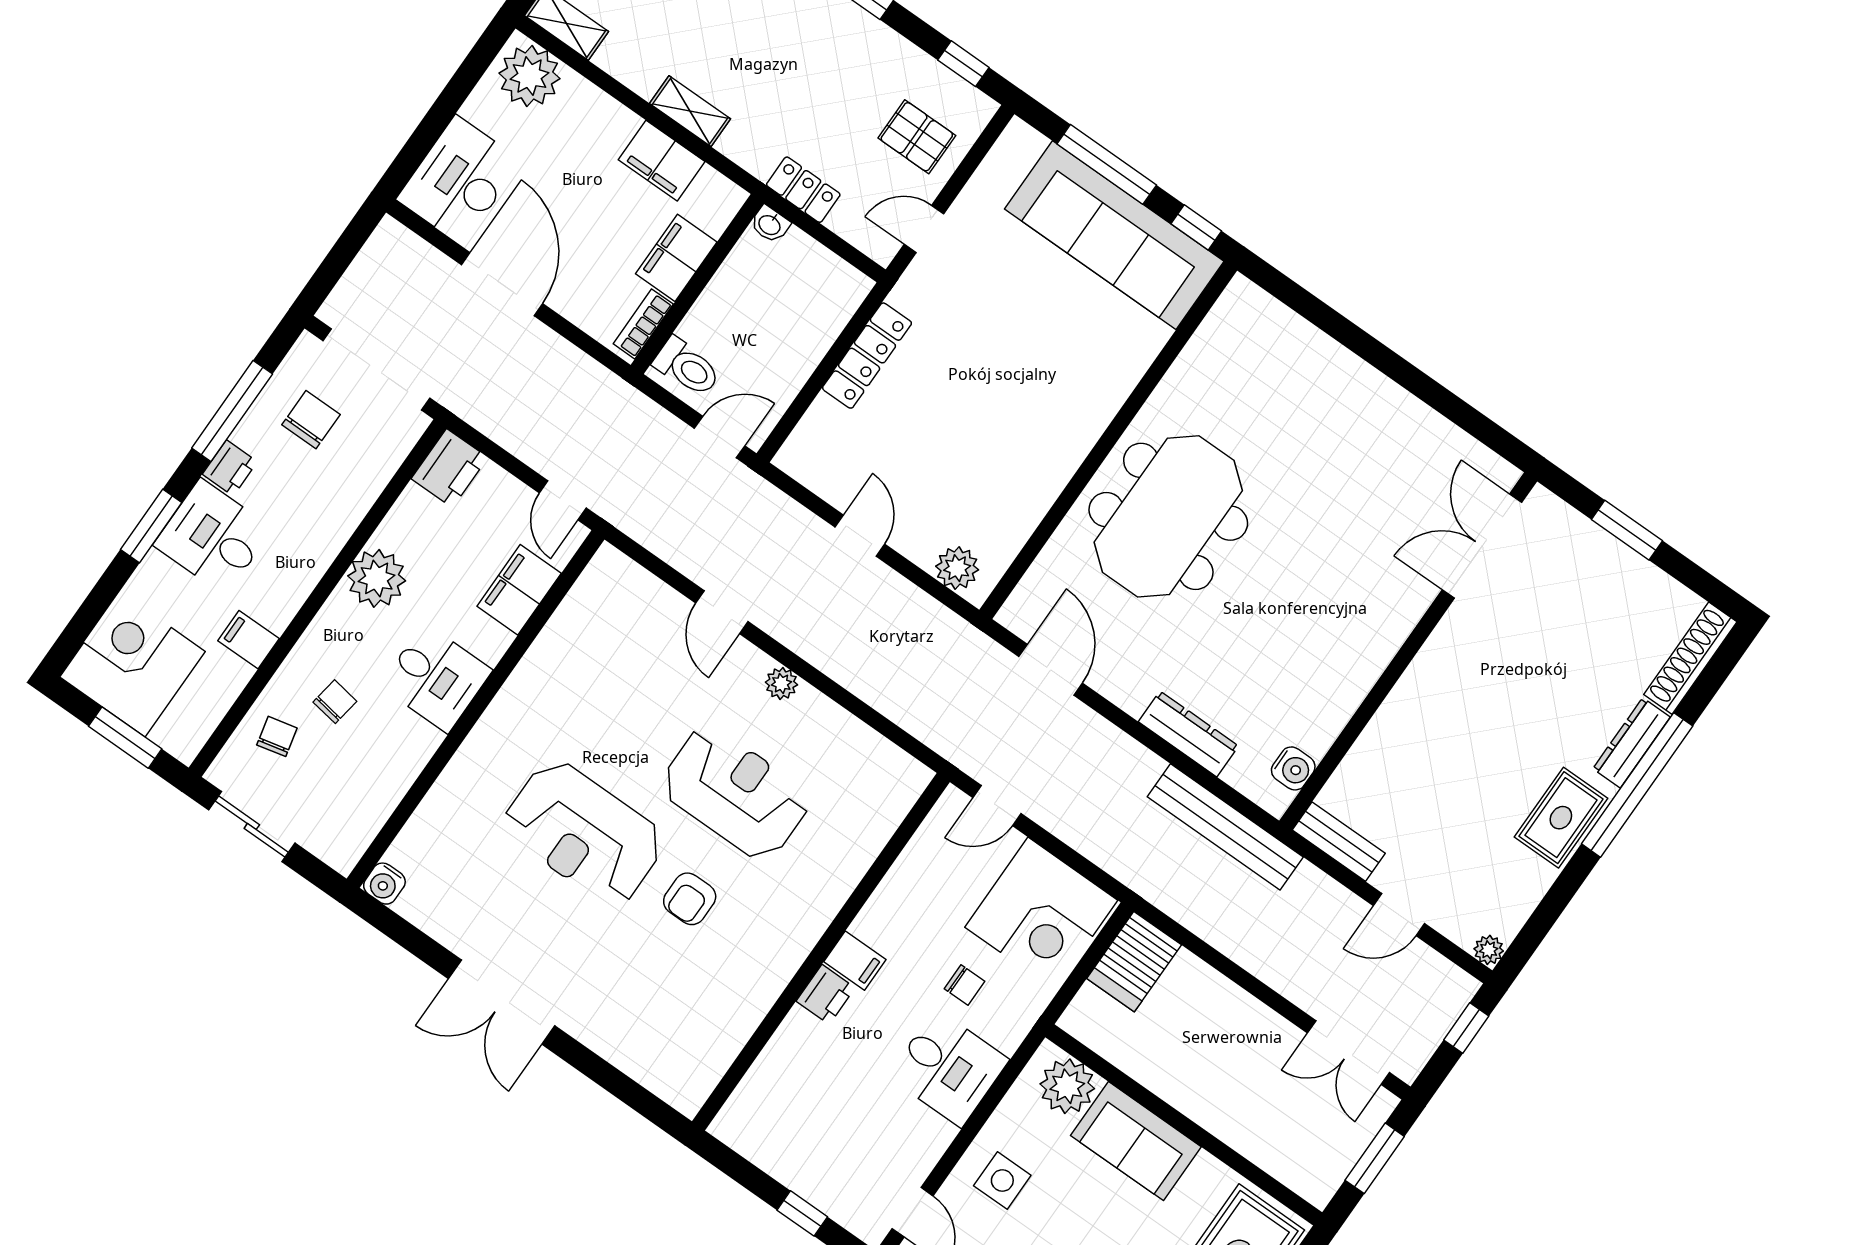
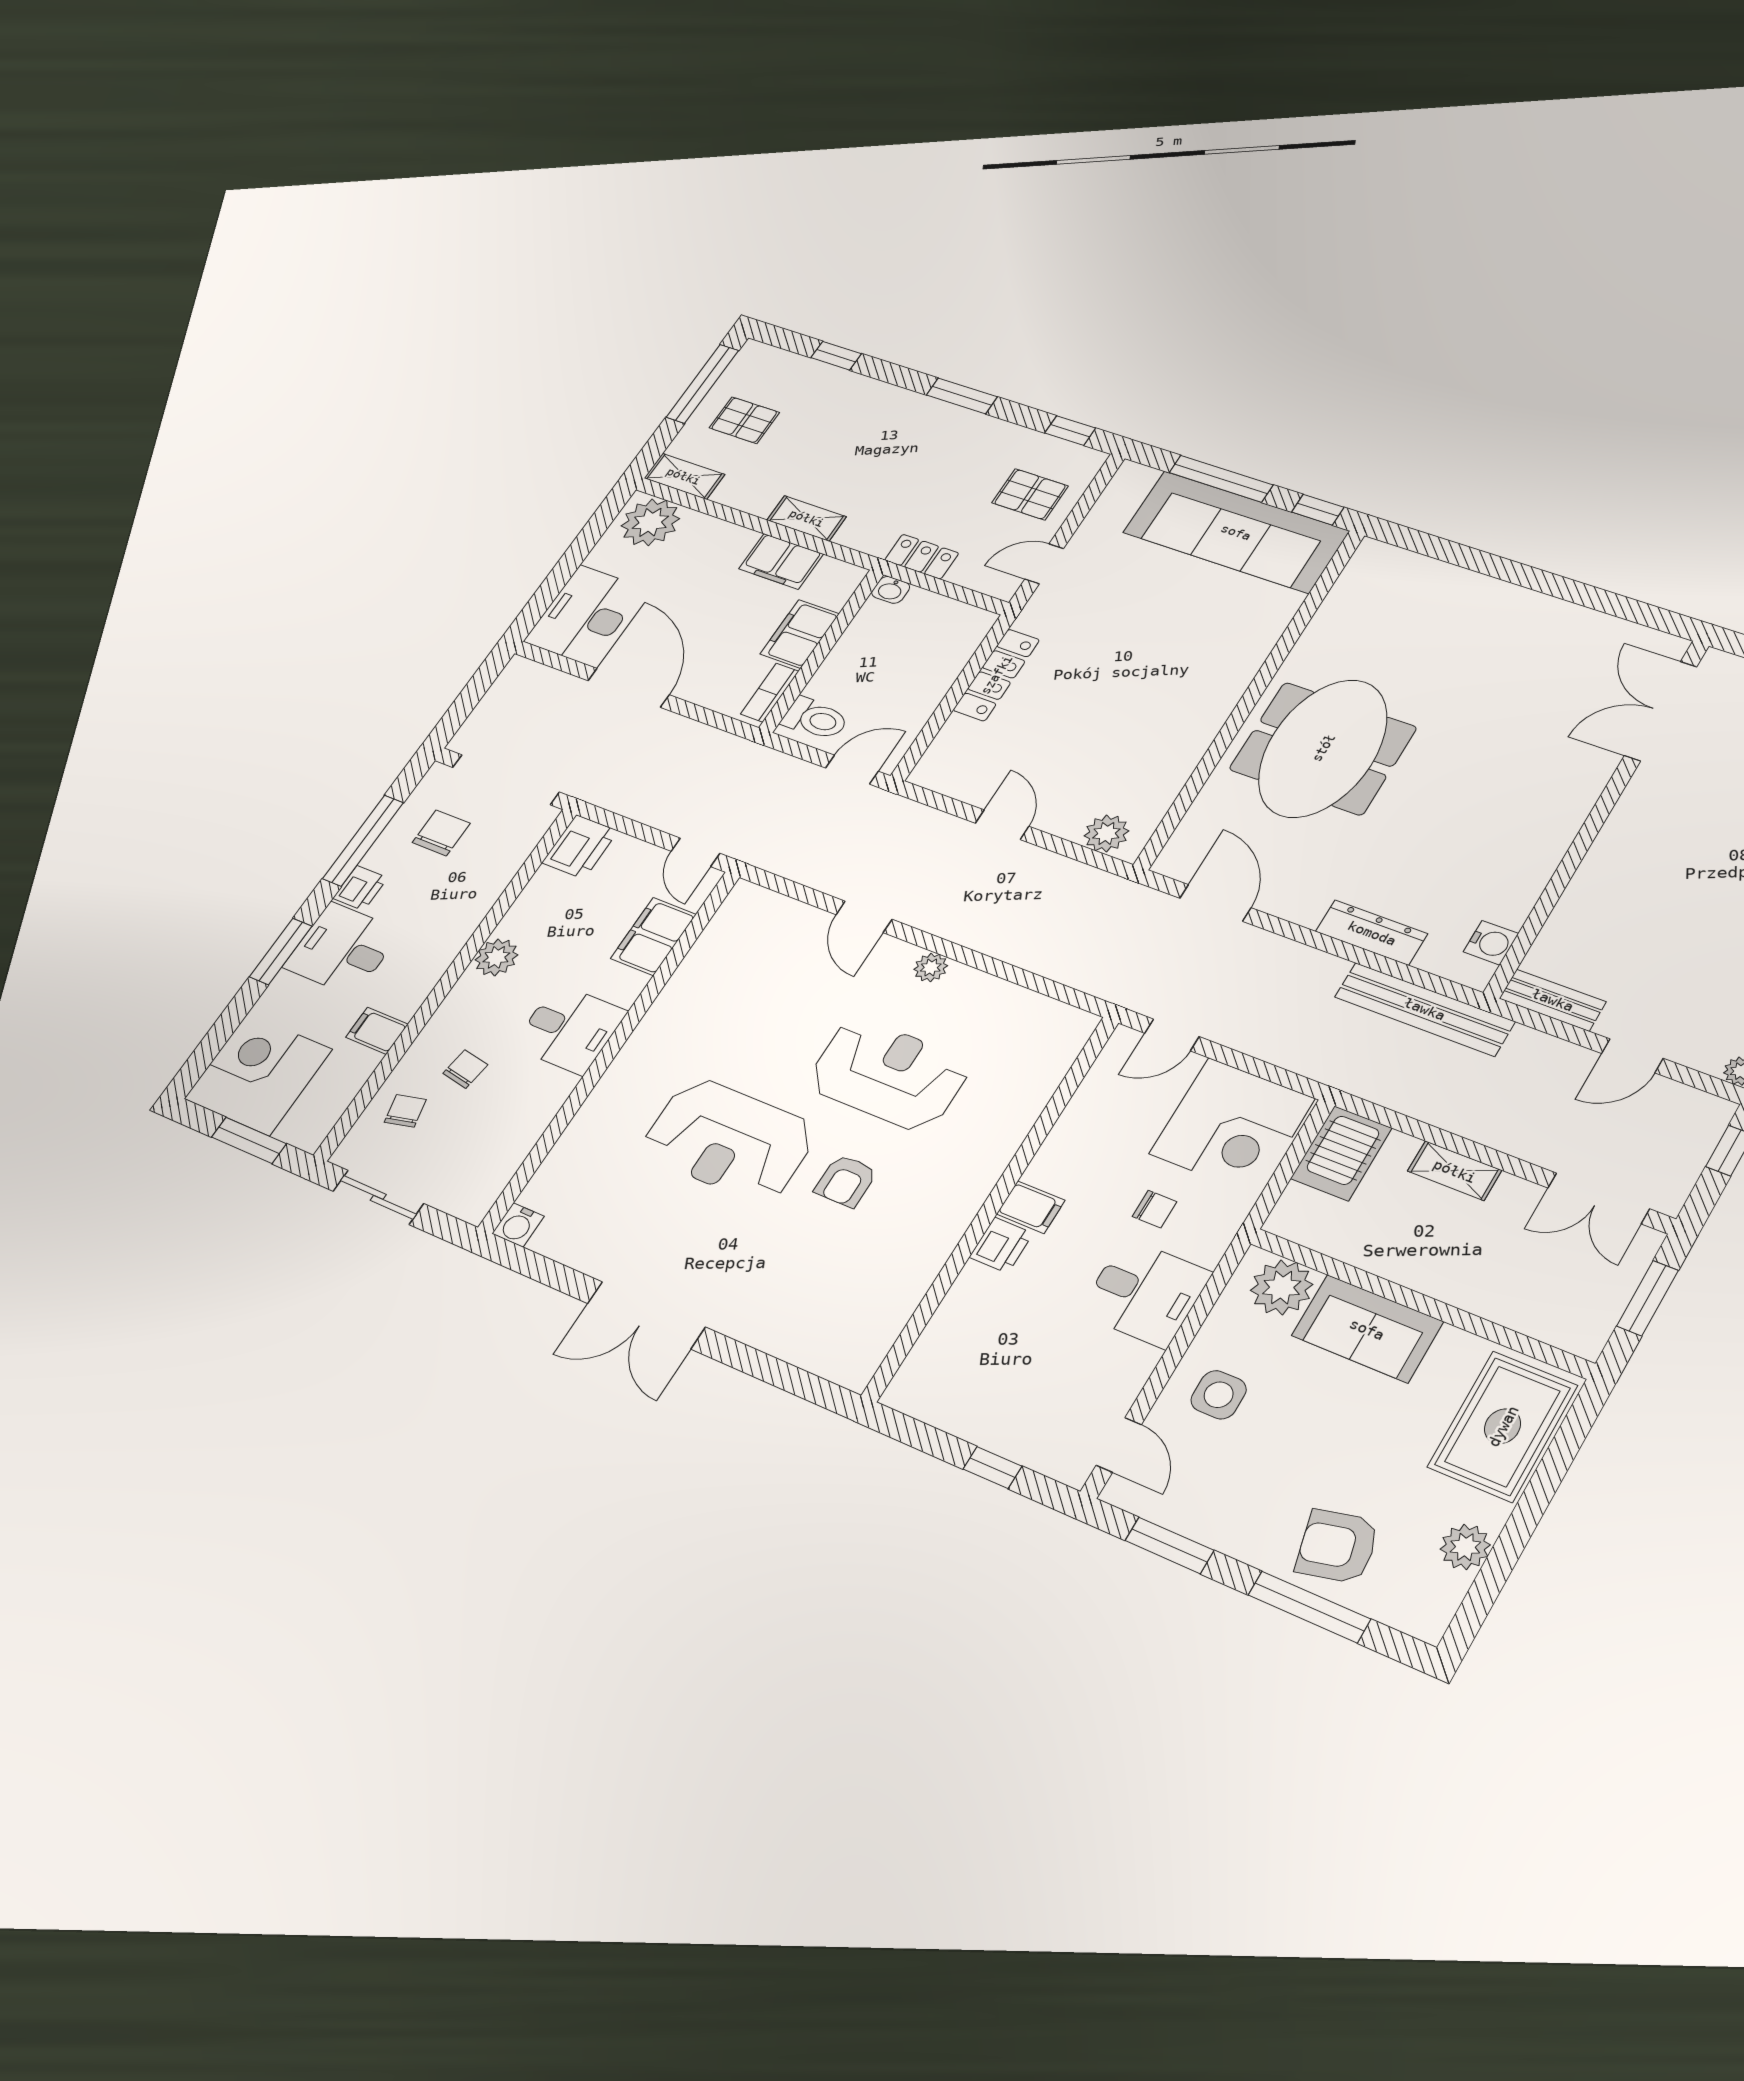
plant: (377, 578) -> (496, 957), width x0.73, depth x0.73
shelving: (1230, 1000) -> (1455, 1171), added

